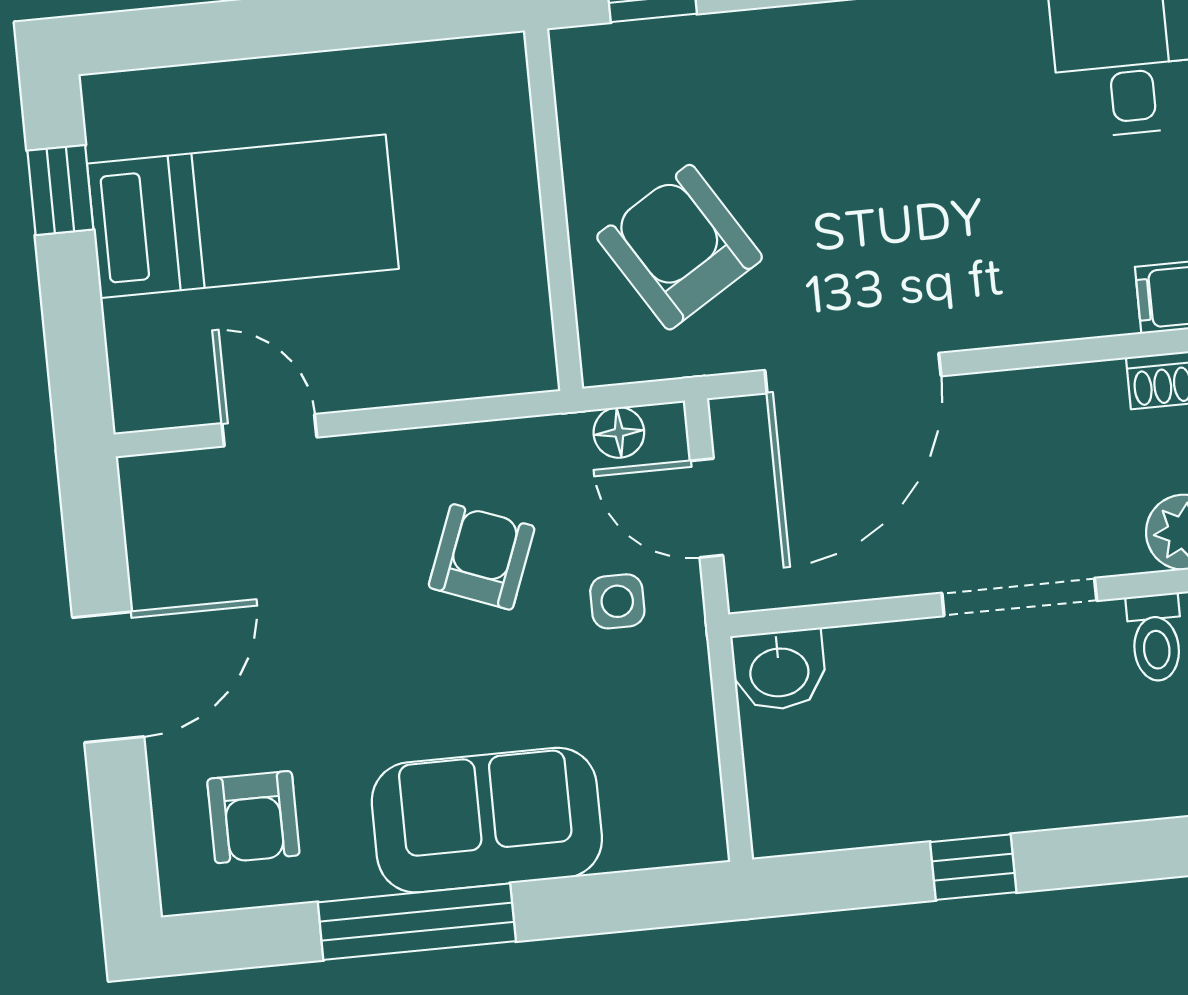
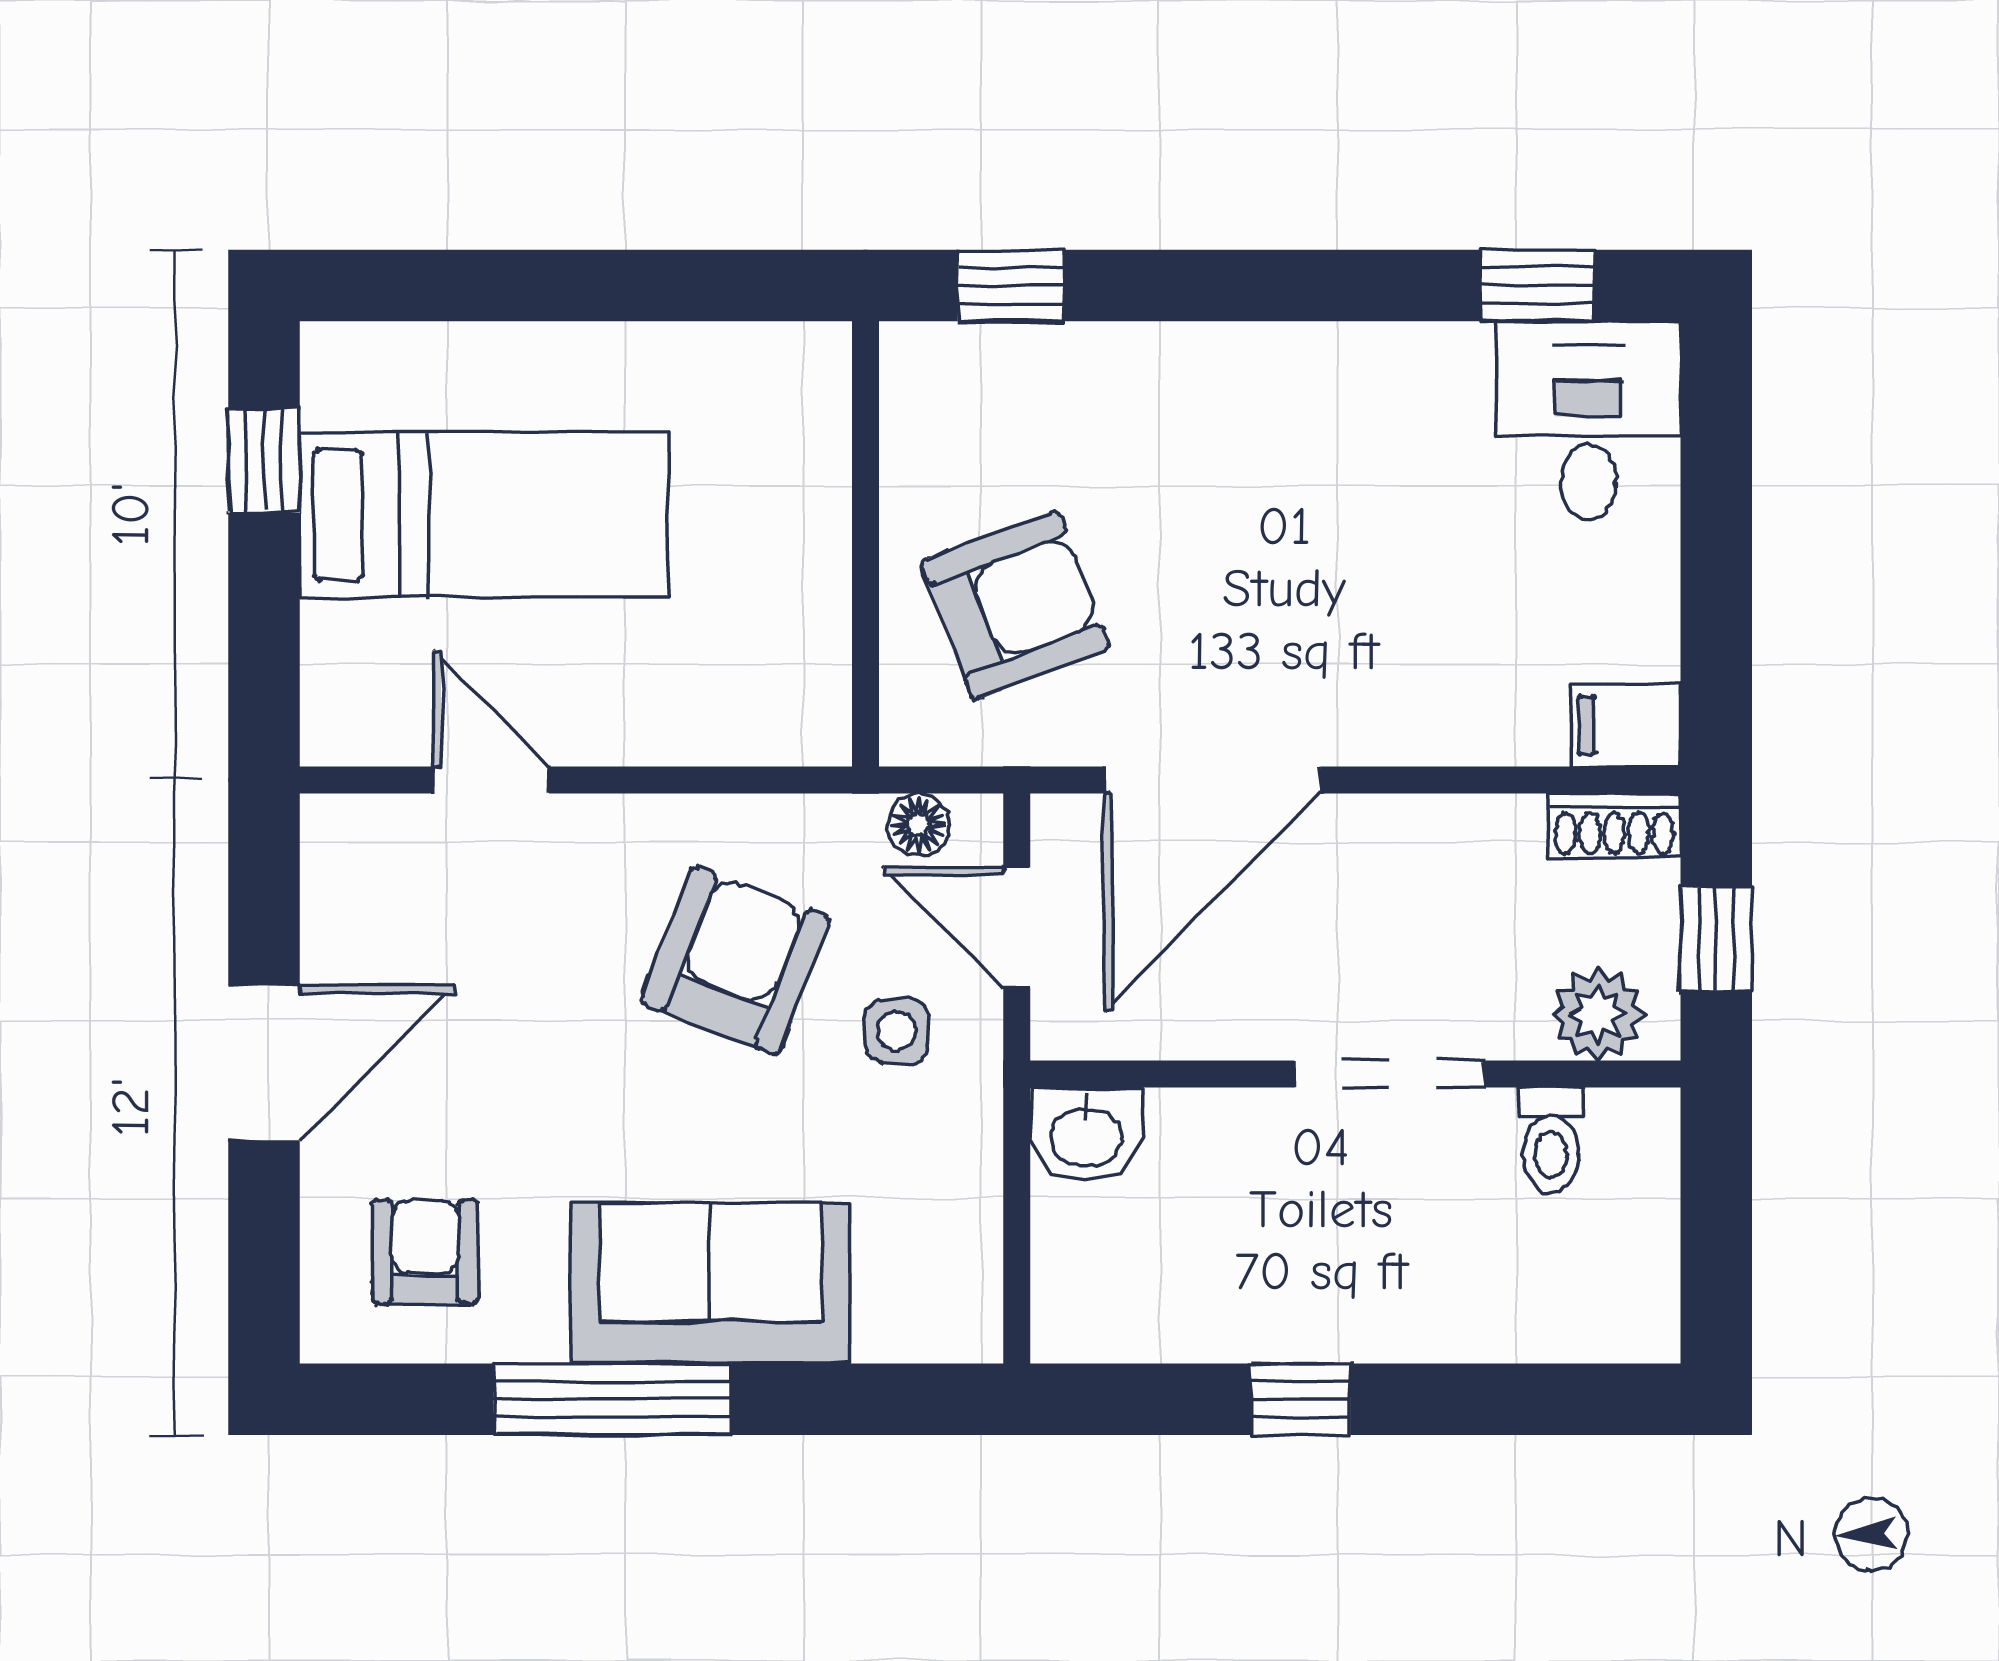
armchair: (680, 247) -> (1015, 605), turned 101
armchair: (482, 557) -> (736, 960), width x1.38, depth x1.38
armchair: (253, 817) -> (425, 1251), turned 180

